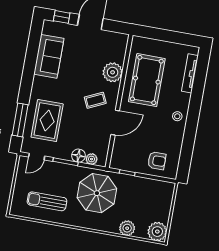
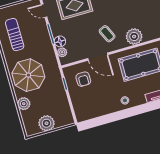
armchair: (157, 161) -> (83, 79), moved
parasol: (97, 193) -> (28, 75), moved
plant: (157, 232) -> (46, 123), moved

